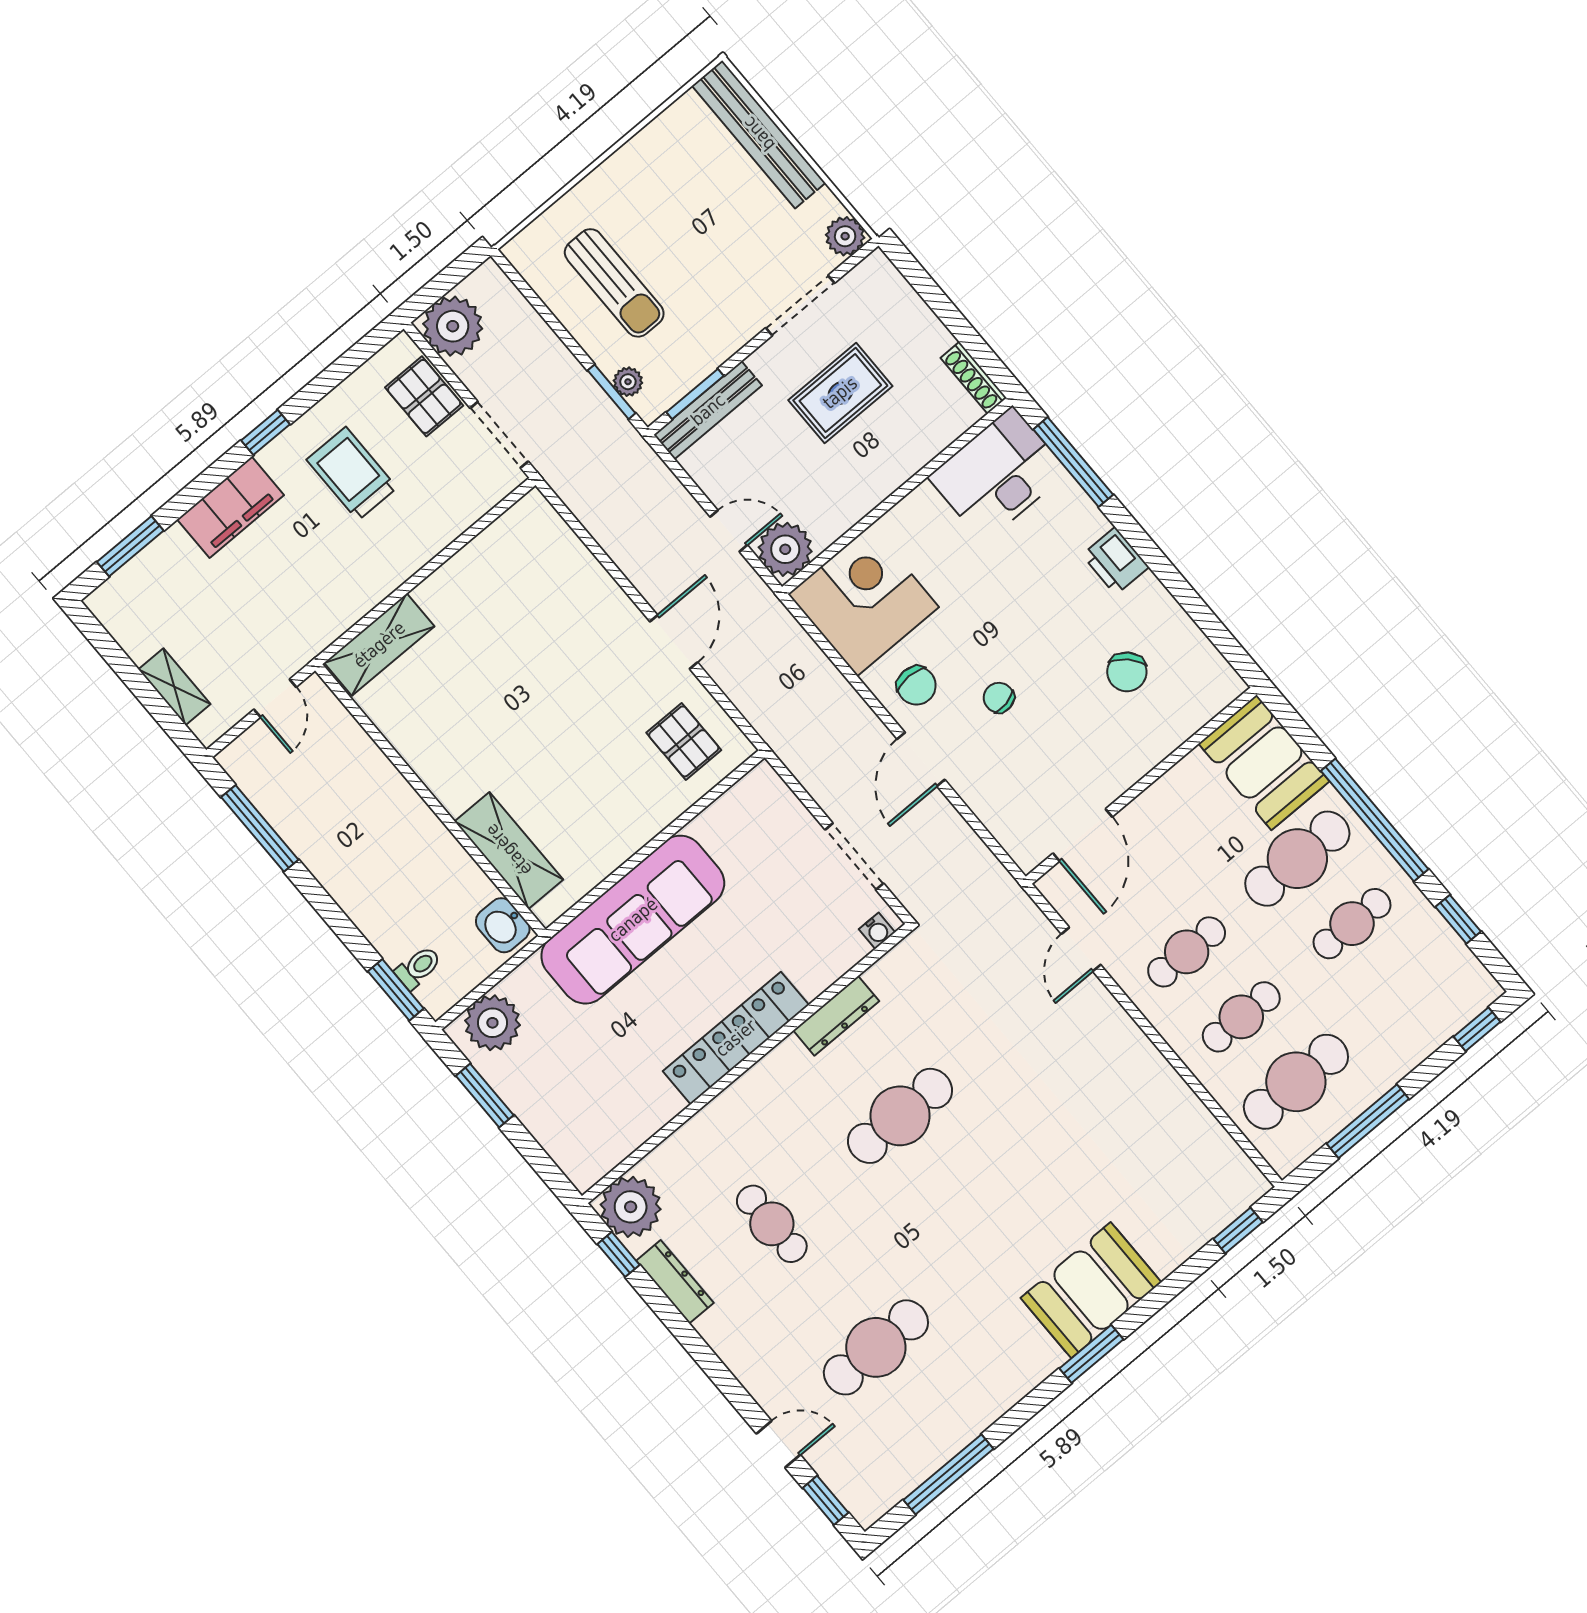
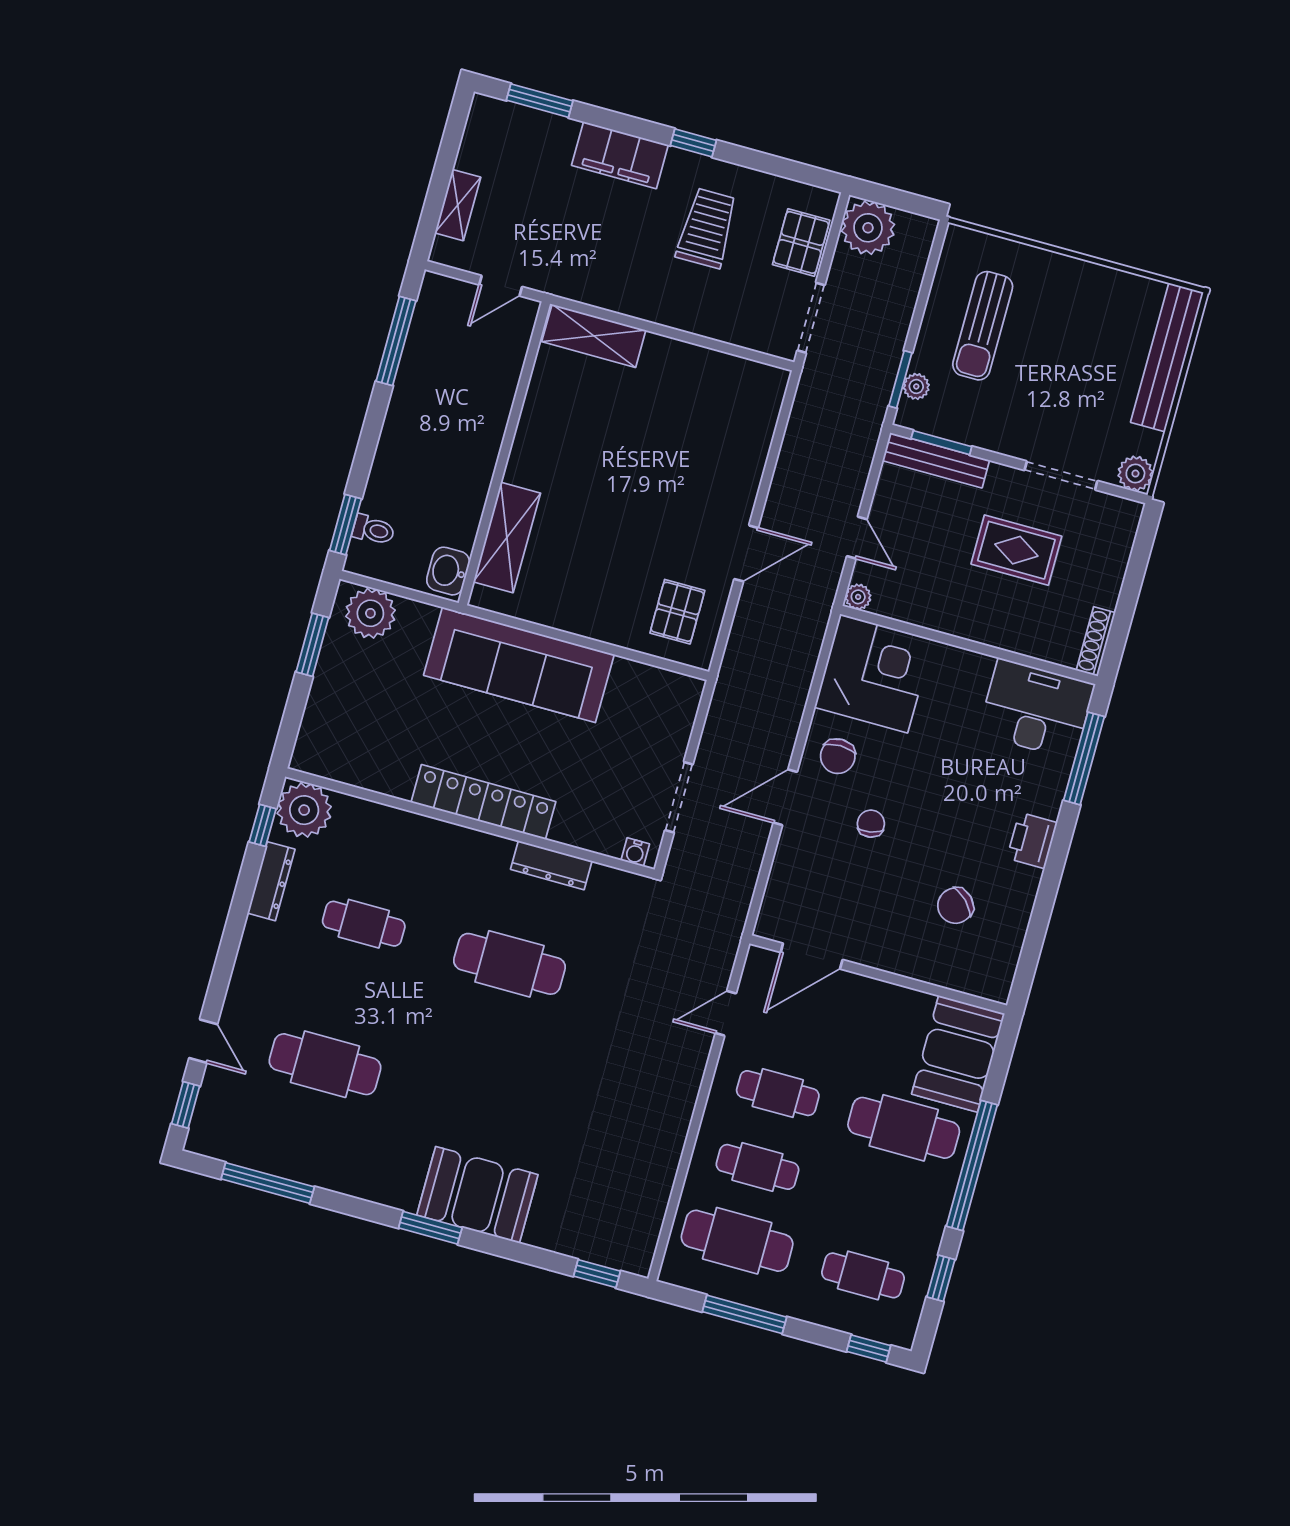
plant: (785, 549) -> (858, 597), width x0.53, depth x0.53
cafe table: (1352, 924) -> (863, 1275), moved
cafe table: (772, 1224) -> (364, 924), turned 90

